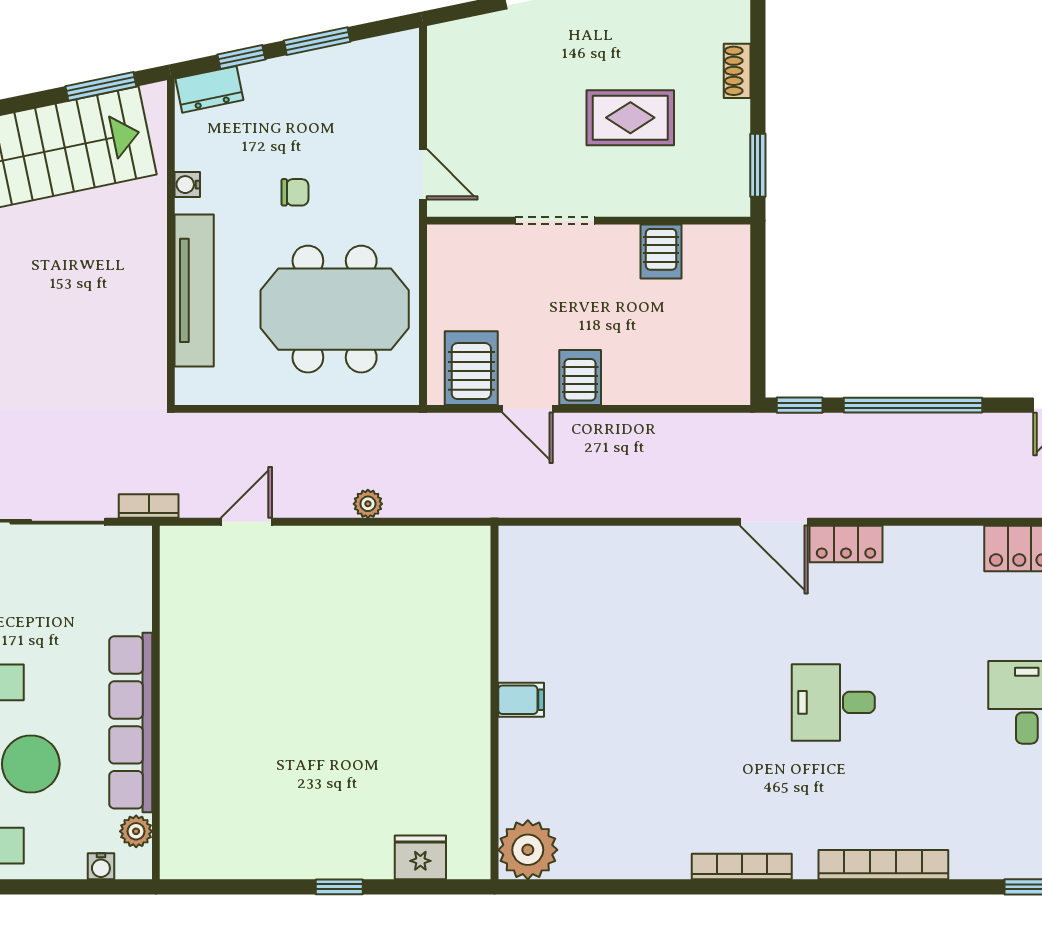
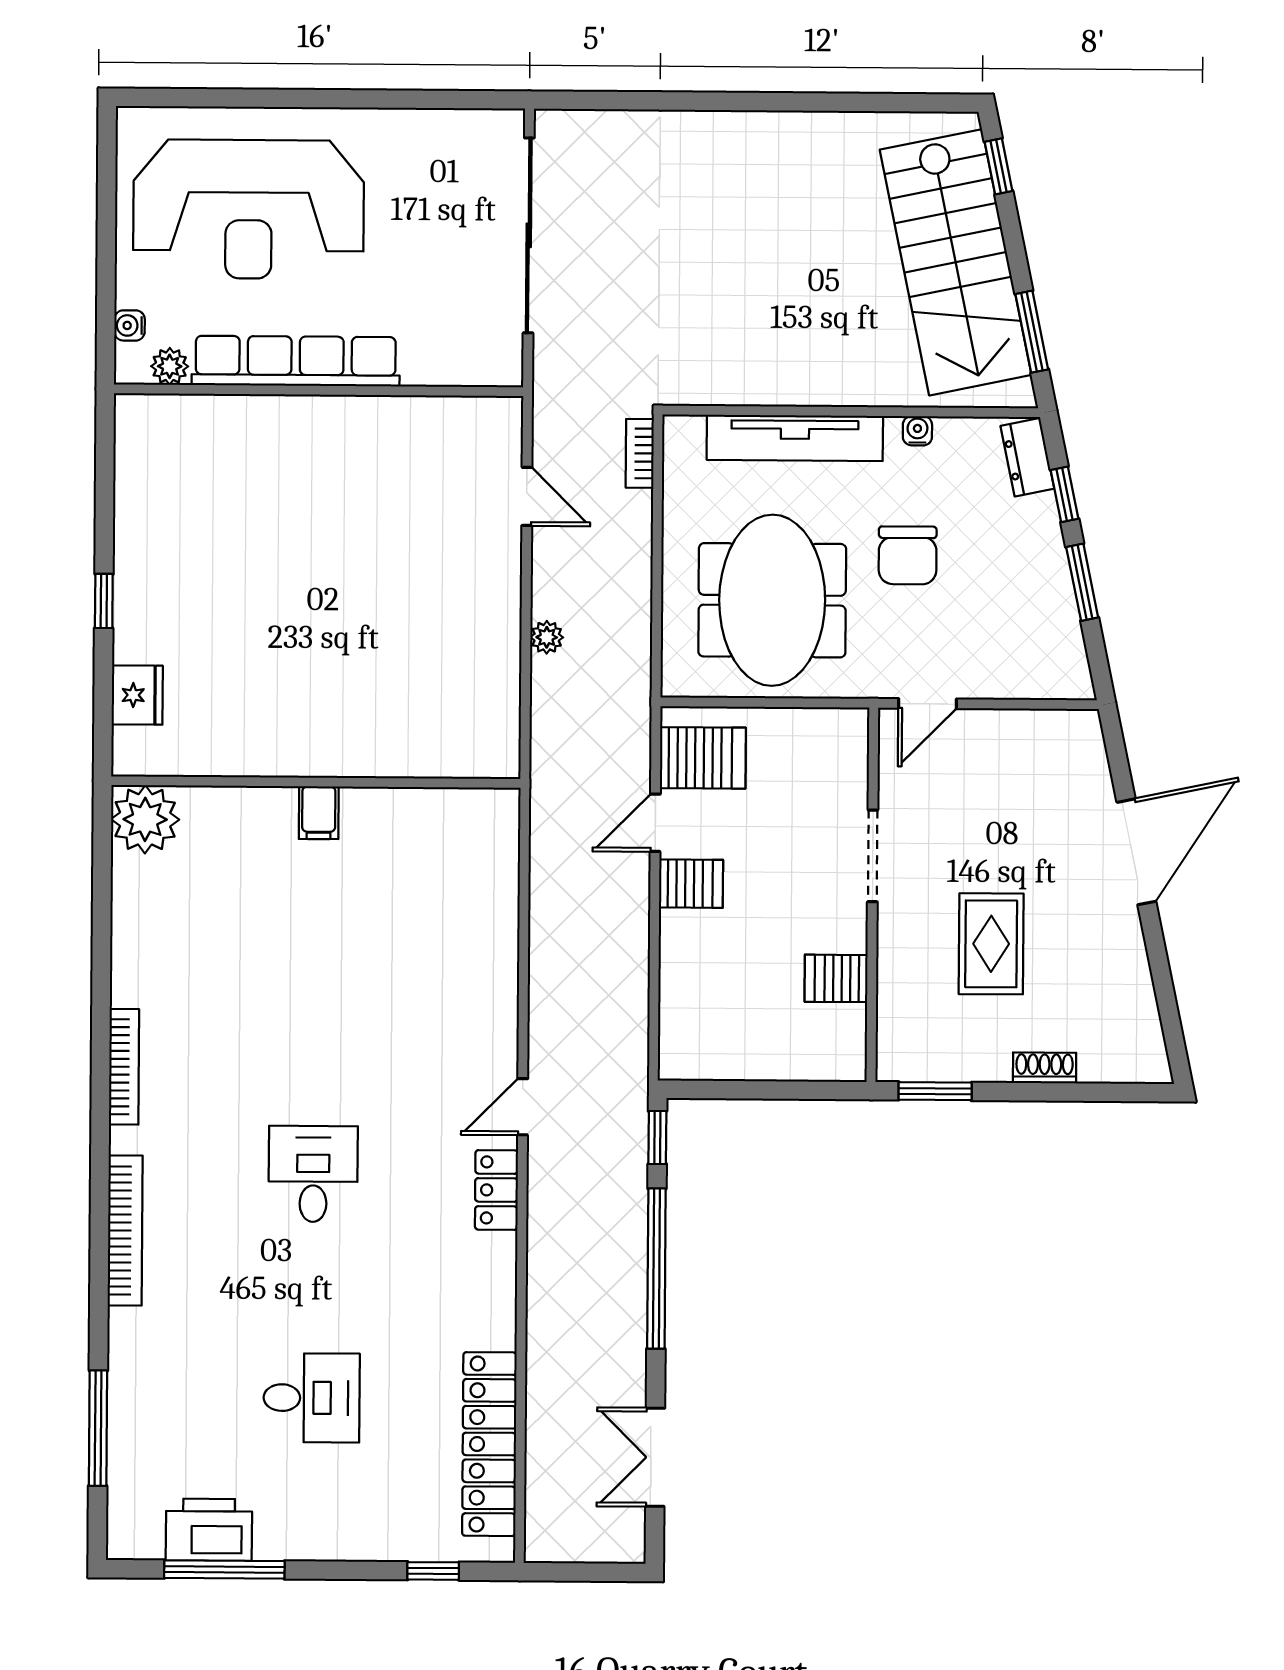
chair: (295, 192) -> (908, 555), width x1.87, depth x1.87
bookcase: (149, 506) -> (640, 453), moved, turned 180
door: (774, 522) -> (523, 1107), width x0.73

